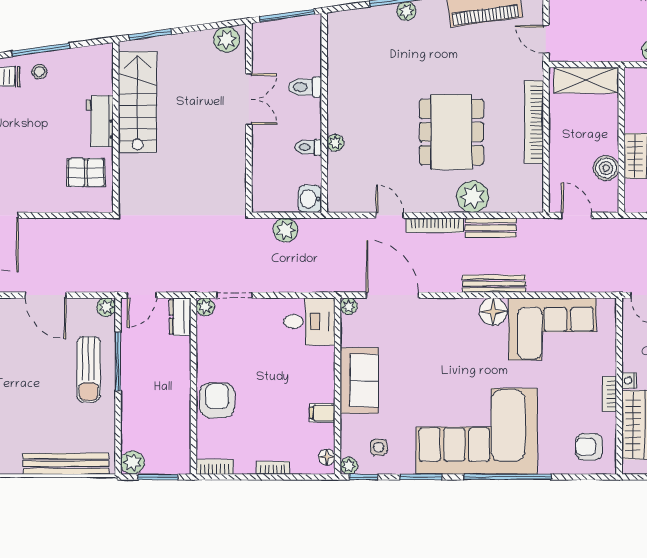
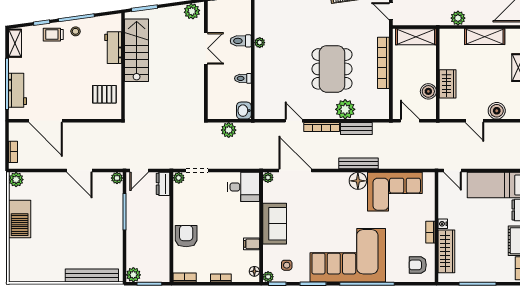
workbench: (100, 121) -> (113, 48), moved
plant: (335, 143) -> (260, 43), moved
sun lounger: (89, 369) -> (106, 217), removed

